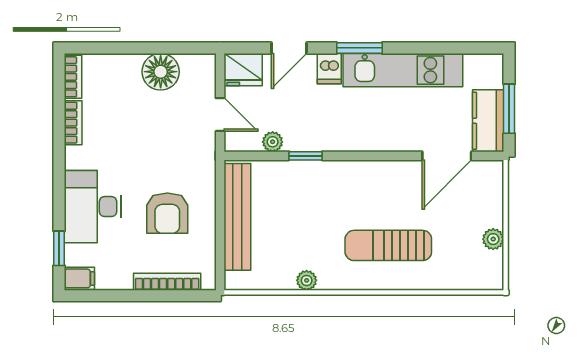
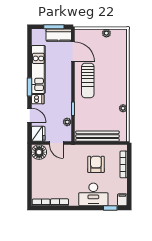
floor lamp: (161, 72) -> (39, 152), moved
door: (220, 115) -> (56, 143), swing flipped
armchair: (167, 213) -> (96, 164), turned -90
sun lounger: (388, 245) -> (88, 80), moved

